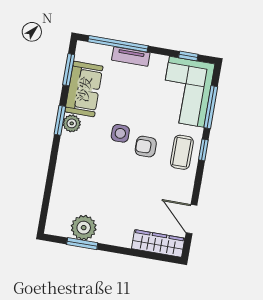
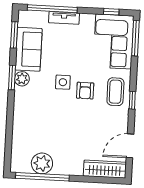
window: (211, 107) -> (136, 38), moved
armchair: (146, 147) -> (85, 91), turned -90
window: (203, 150) -> (132, 100), moved
door: (191, 219) -> (130, 146), hinge flipped
window: (82, 244) -> (42, 177), width x2.11

